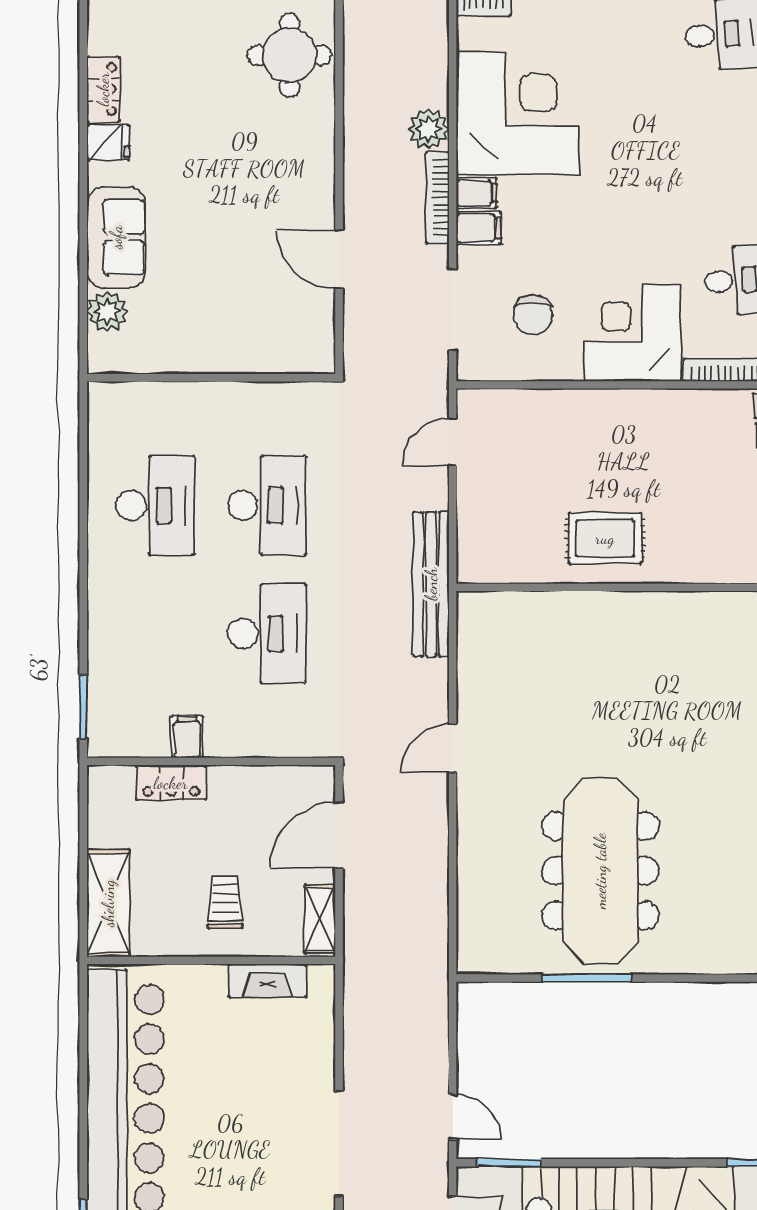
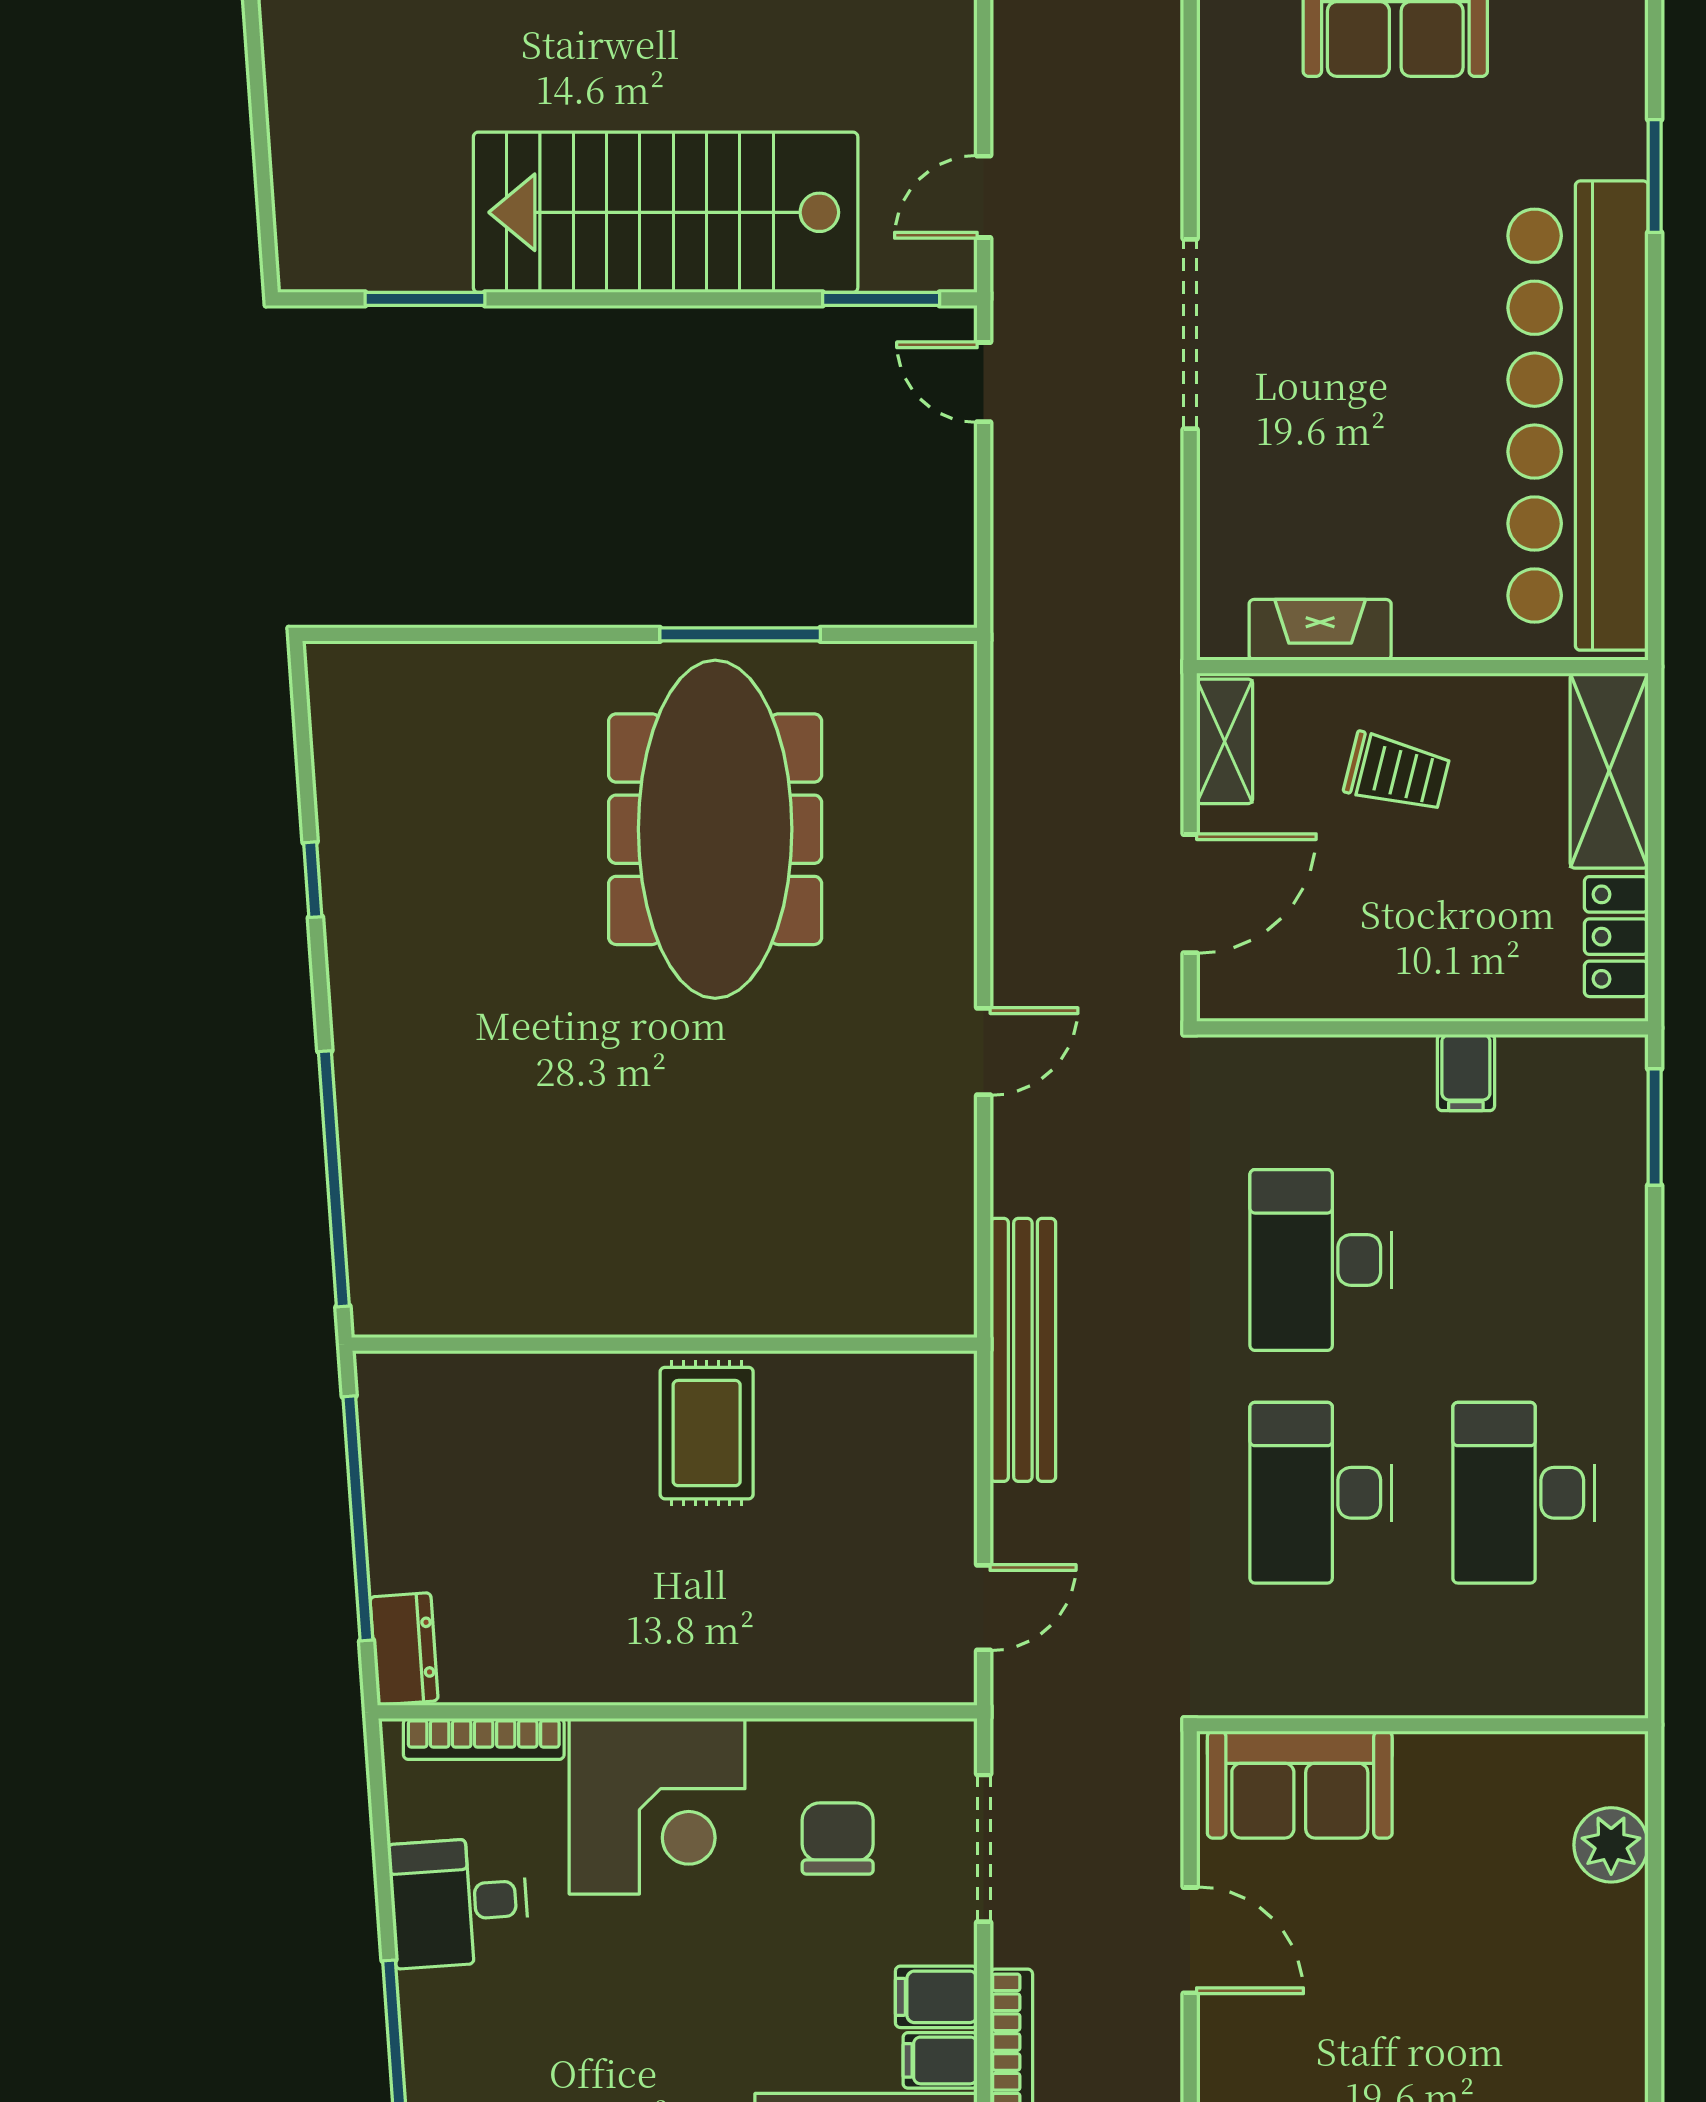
sofa: (116, 237) -> (1300, 1785), moved, turned -90
rug: (605, 538) -> (707, 1433), turned 90
locker: (171, 783) -> (1616, 937), moved, turned -90
trolley: (225, 902) -> (1397, 773), turned -76

